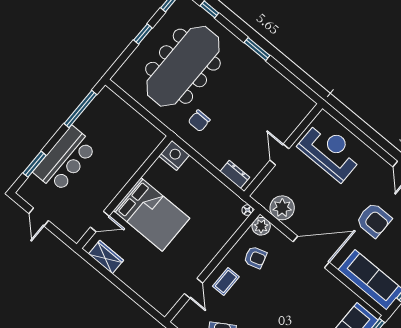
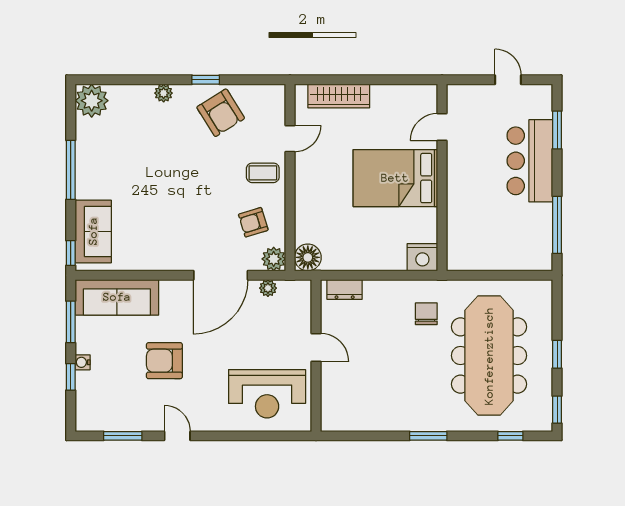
plant: (282, 208) -> (268, 288), width x0.53, depth x0.53
floor lamp: (247, 210) -> (308, 257), width x1.89, depth x1.89
door: (311, 252) -> (221, 275), moved
wardrobe: (106, 257) -> (339, 96), moved, width x1.50
coffee table: (226, 281) -> (263, 173), turned 90
door: (194, 288) -> (290, 139), swing flipped

